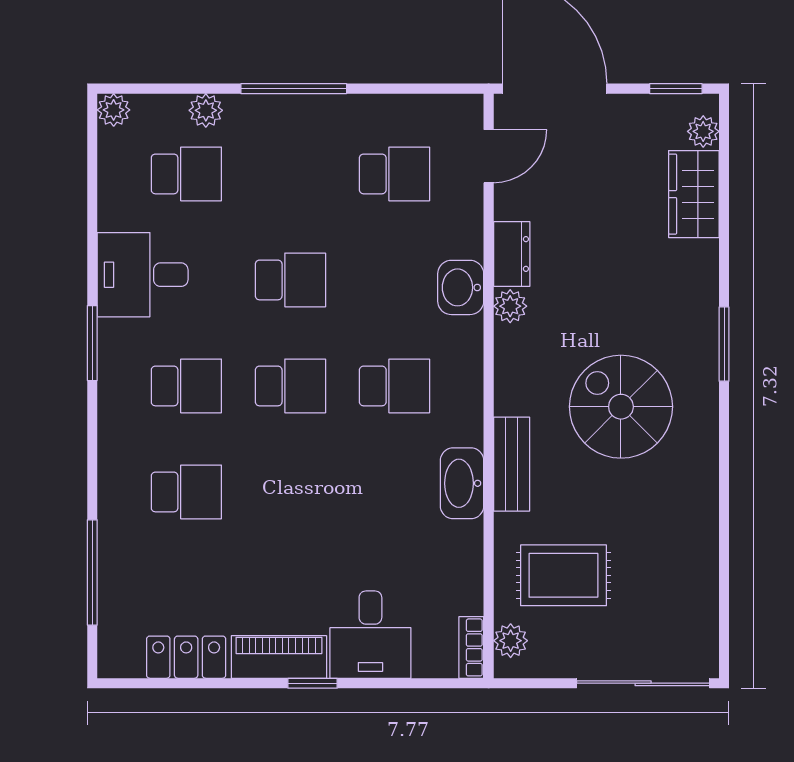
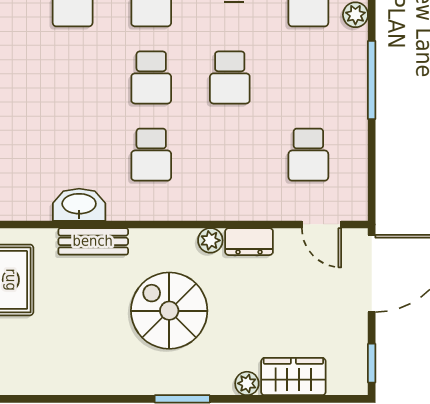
plant: (703, 131) -> (247, 383), moved
washbasin: (461, 287) -> (224, 204), removed
spiral stairs: (621, 407) -> (169, 311), moved, turned -90

